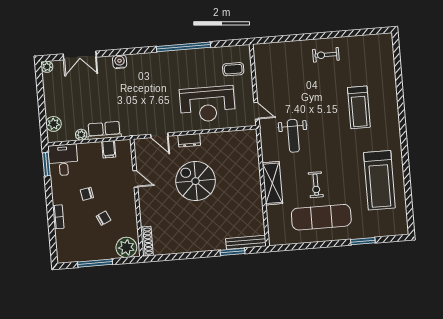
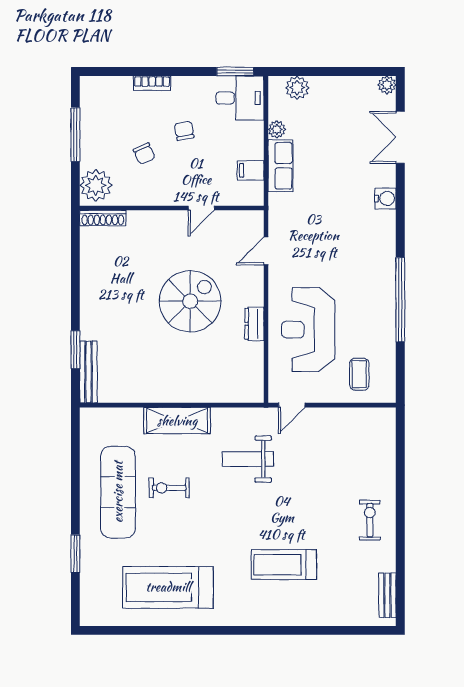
bench: (373, 40) -> (387, 595), added
dresser: (189, 140) -> (254, 324), moved

